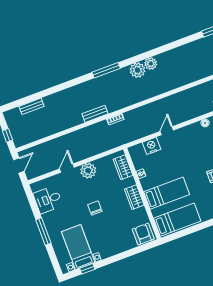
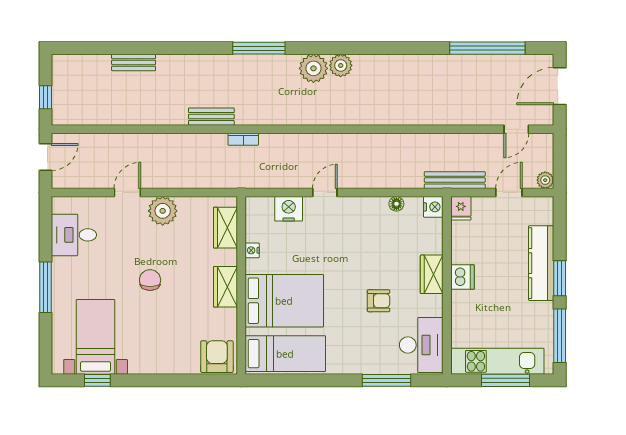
bench: (32, 106) -> (134, 62), moved
bed: (167, 193) -> (284, 301), width x1.50

